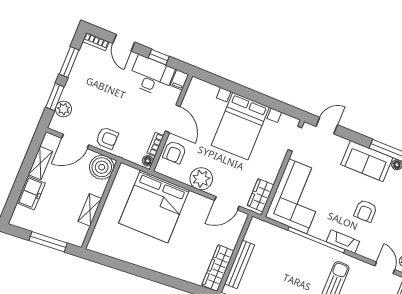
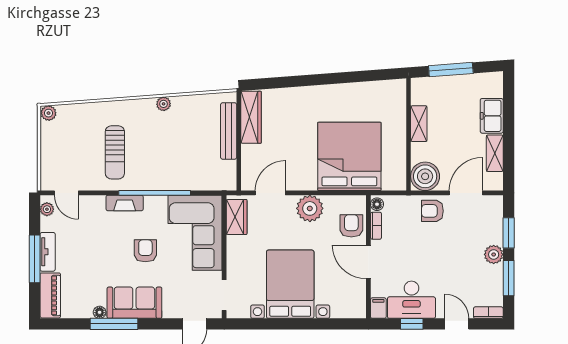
plant: (63, 109) -> (494, 254), moved
armchair: (365, 211) -> (145, 251), moved

